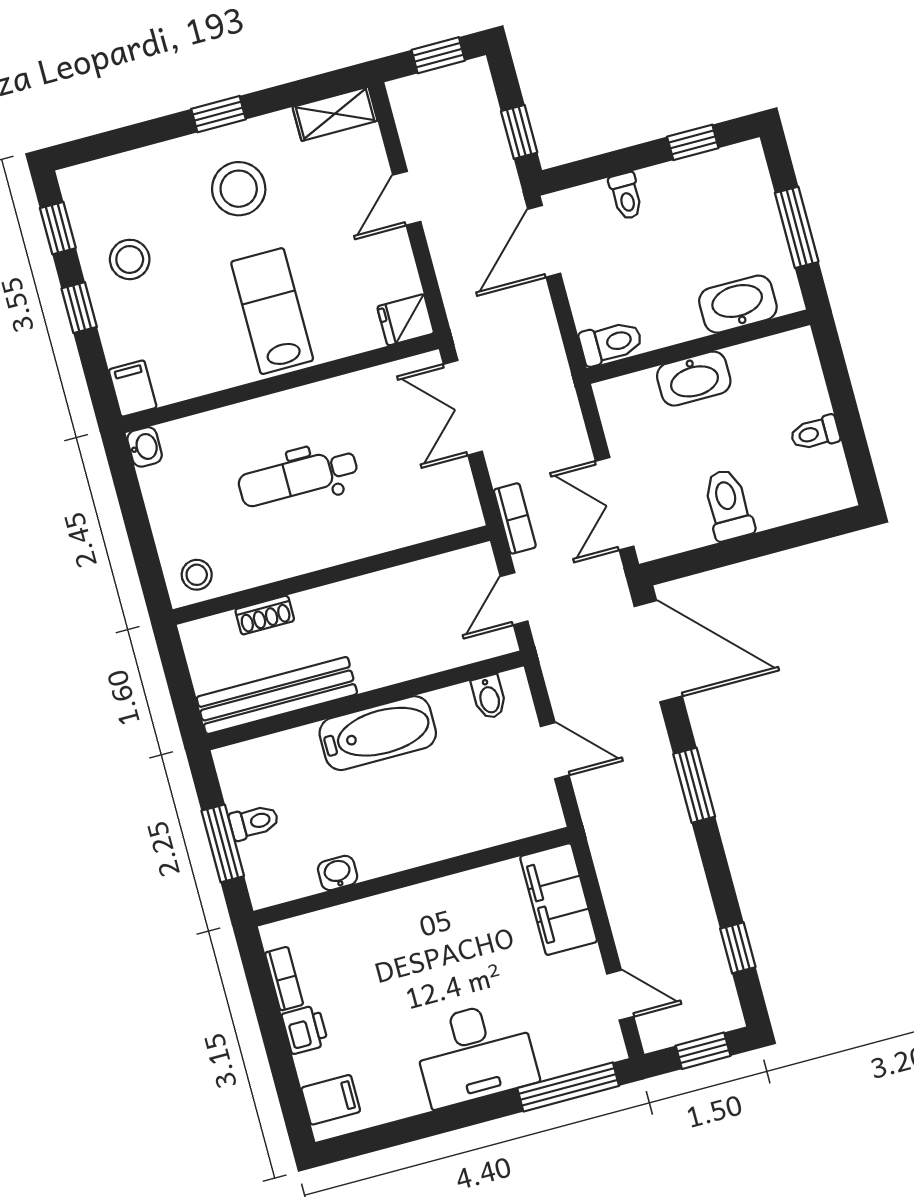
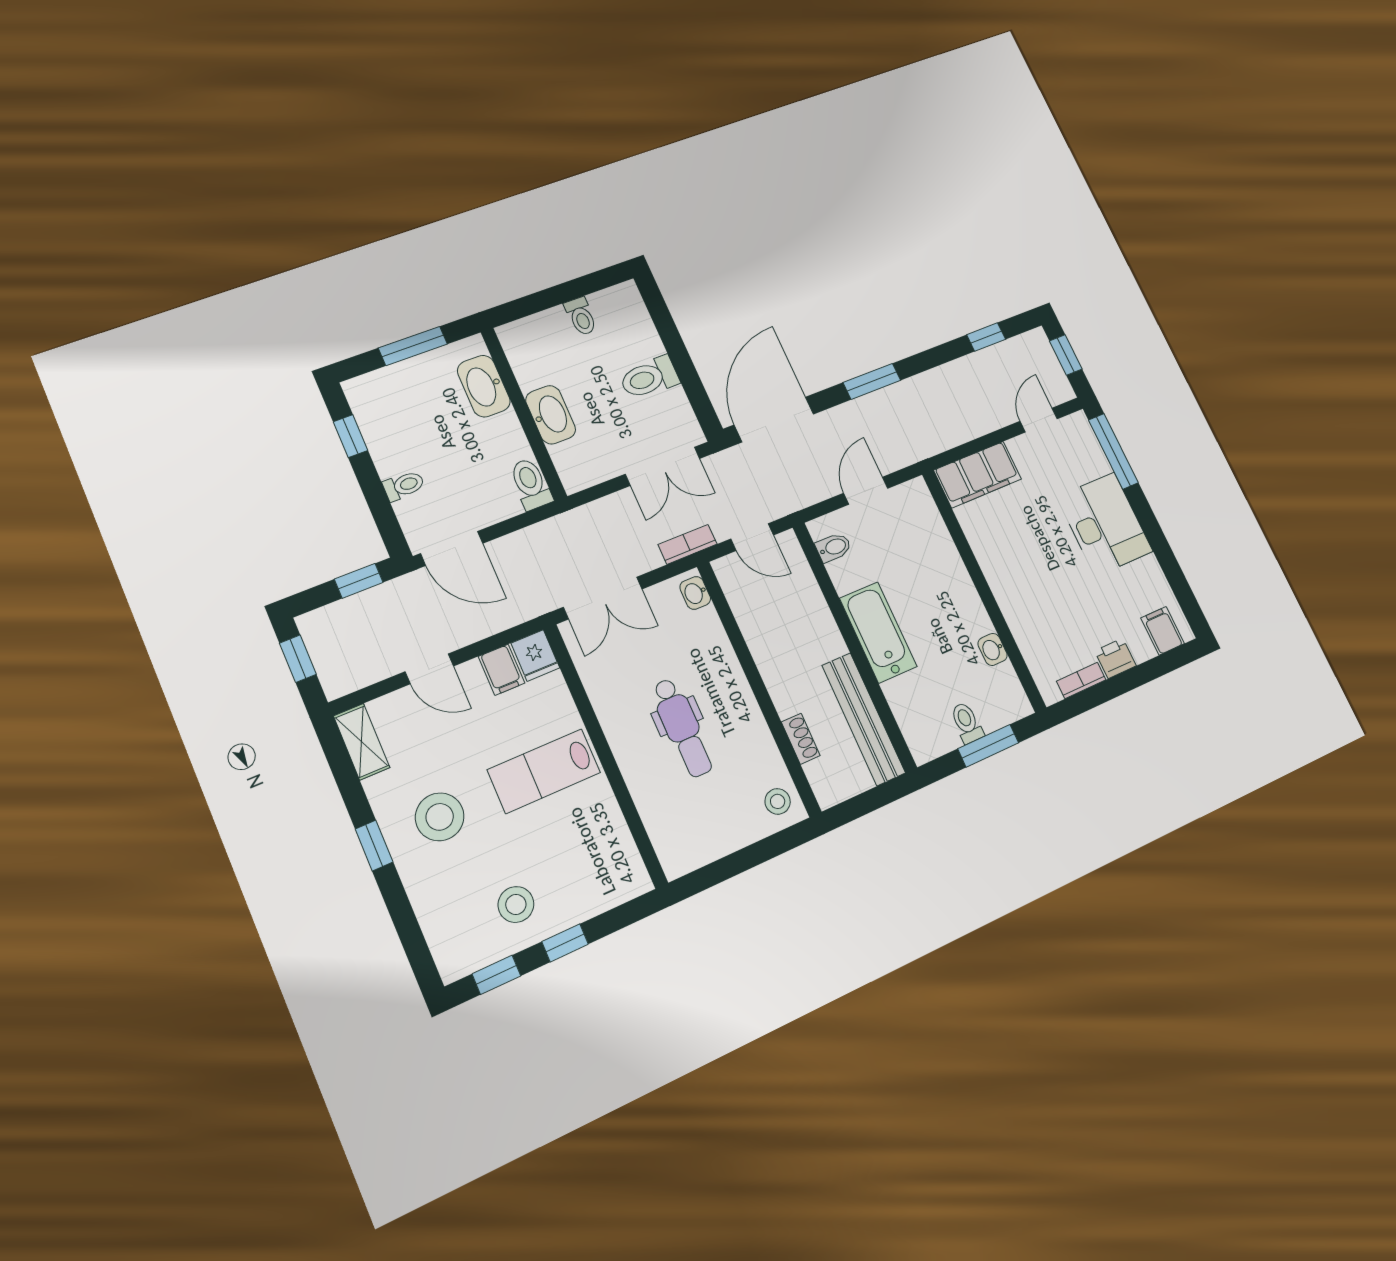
filing cabinet: (133, 389) -> (502, 670), moved, turned -90
washbasin: (145, 447) -> (695, 593), moved, turned -90

